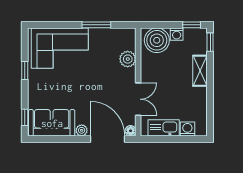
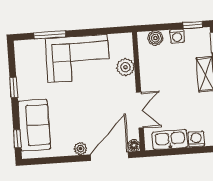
window: (96, 25) -> (50, 35), moved
boiler: (157, 40) -> (155, 38), width x0.54, depth x0.54
corner sofa: (60, 48) -> (78, 58), moved
sofa: (52, 123) -> (34, 125), moved, turned 90
door: (108, 139) -> (109, 156), hinge flipped

